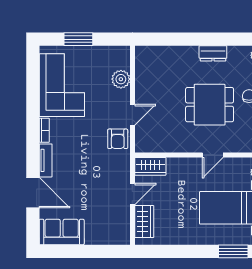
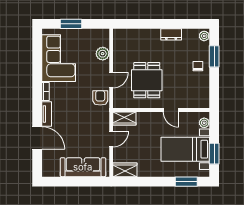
dining table: (210, 105) -> (147, 80), moved, turned 90
armchair: (118, 139) -> (100, 98), turned 180
door: (213, 155) -> (171, 110), hinge flipped
wardrobe: (144, 222) -> (125, 170), moved, turned -90
sofa: (62, 232) -> (83, 167), moved, width x1.36

